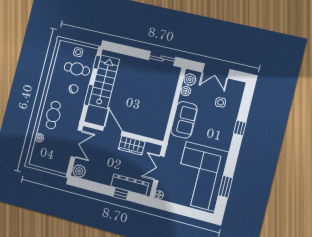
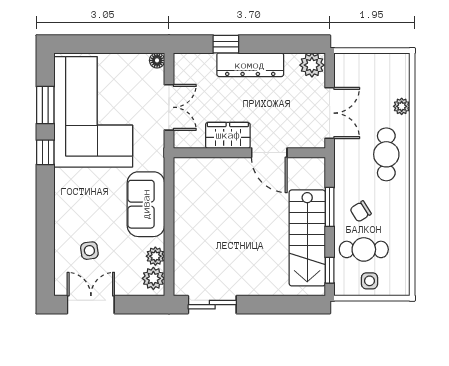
double door: (216, 71) -> (91, 305), moved
window: (240, 128) -> (45, 152), moved
double door: (76, 144) -> (330, 113), swing flipped
dresser: (130, 185) -> (250, 65), moved

